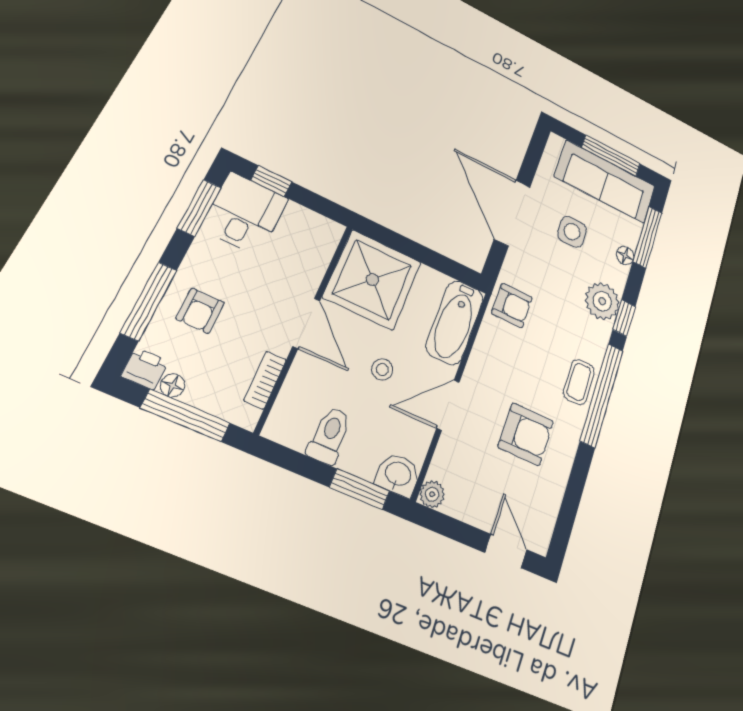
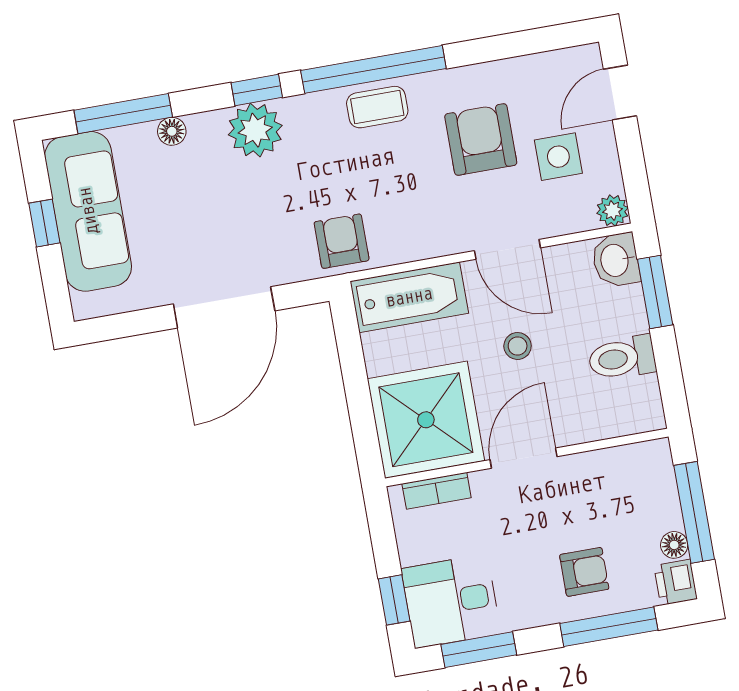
window: (611, 156) -> (44, 223), width x0.46
side table: (572, 232) -> (558, 157), moved
bookcase: (265, 380) -> (437, 491), moved

